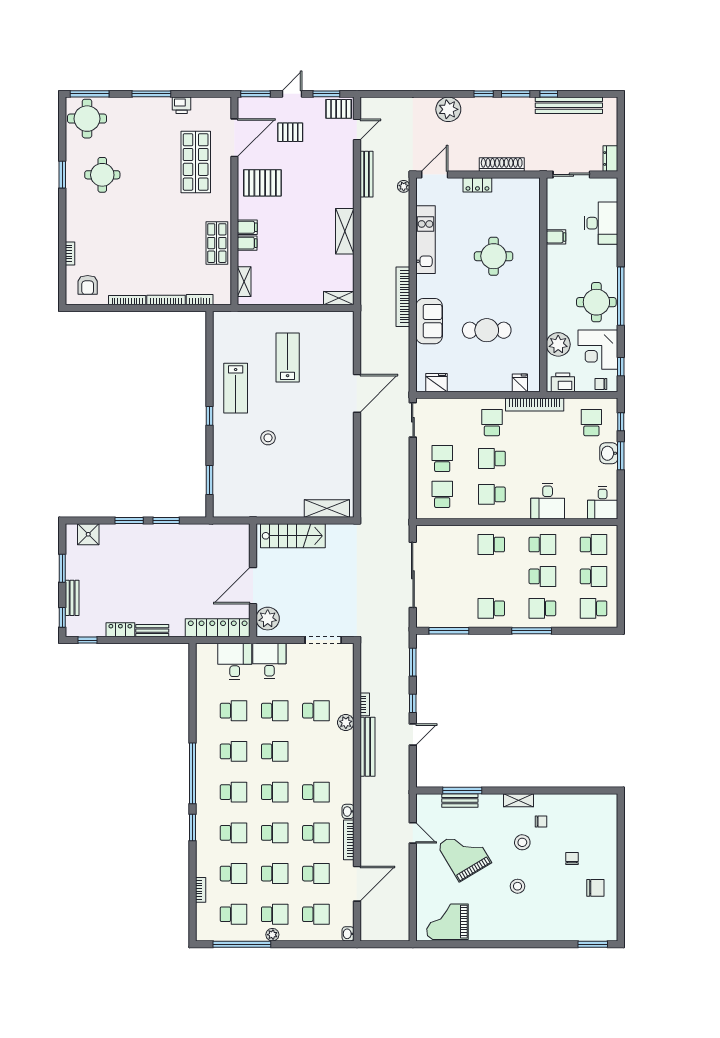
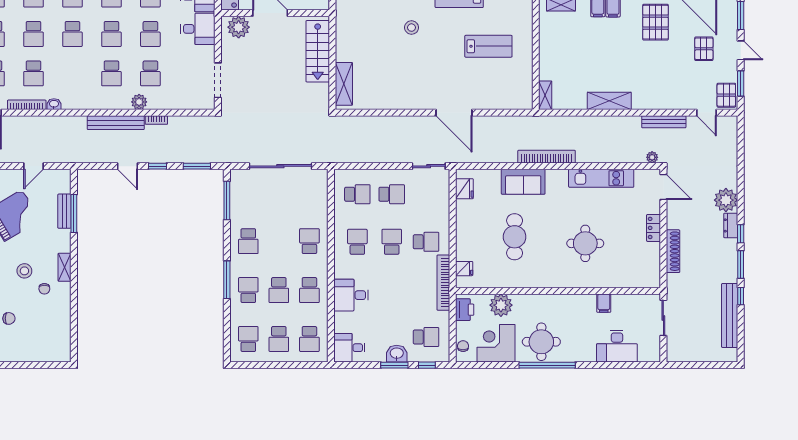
dresser: (610, 159) -> (731, 225), moved, turned -90
window: (621, 367) -> (480, 365), removed
school desk: (491, 608) -> (248, 241), turned 180
school desk: (316, 792) -> (111, 73), moved

